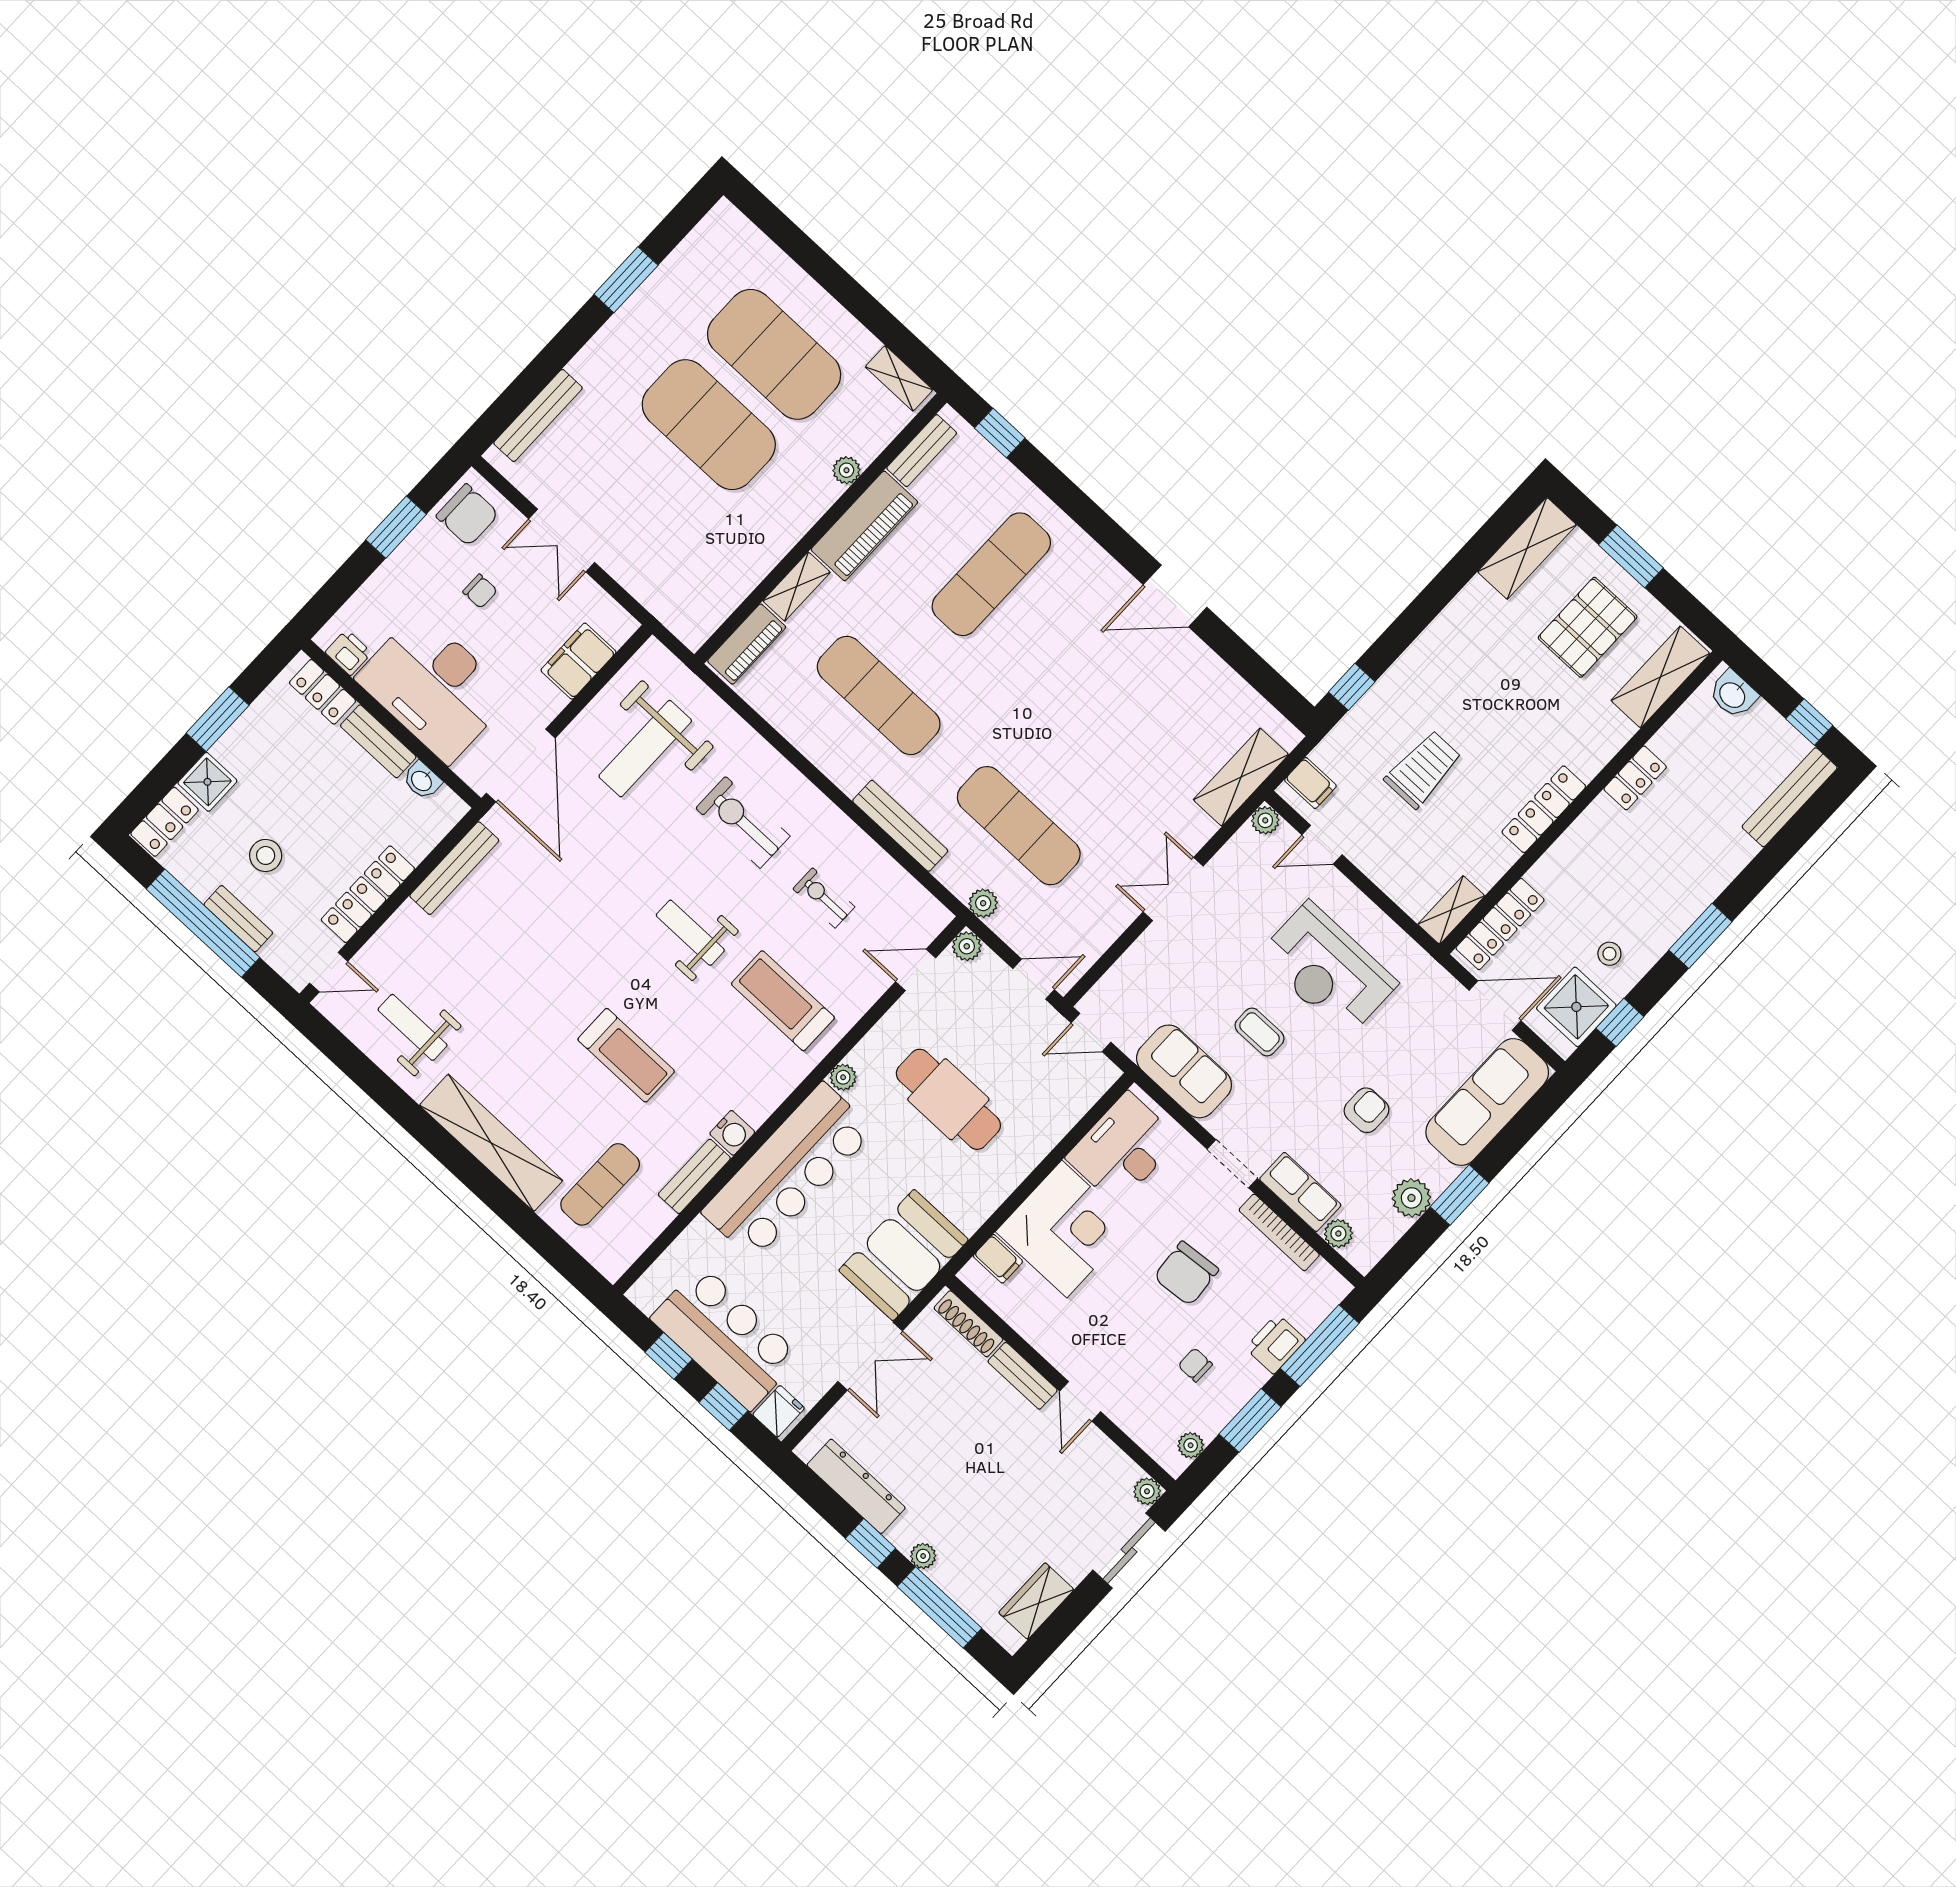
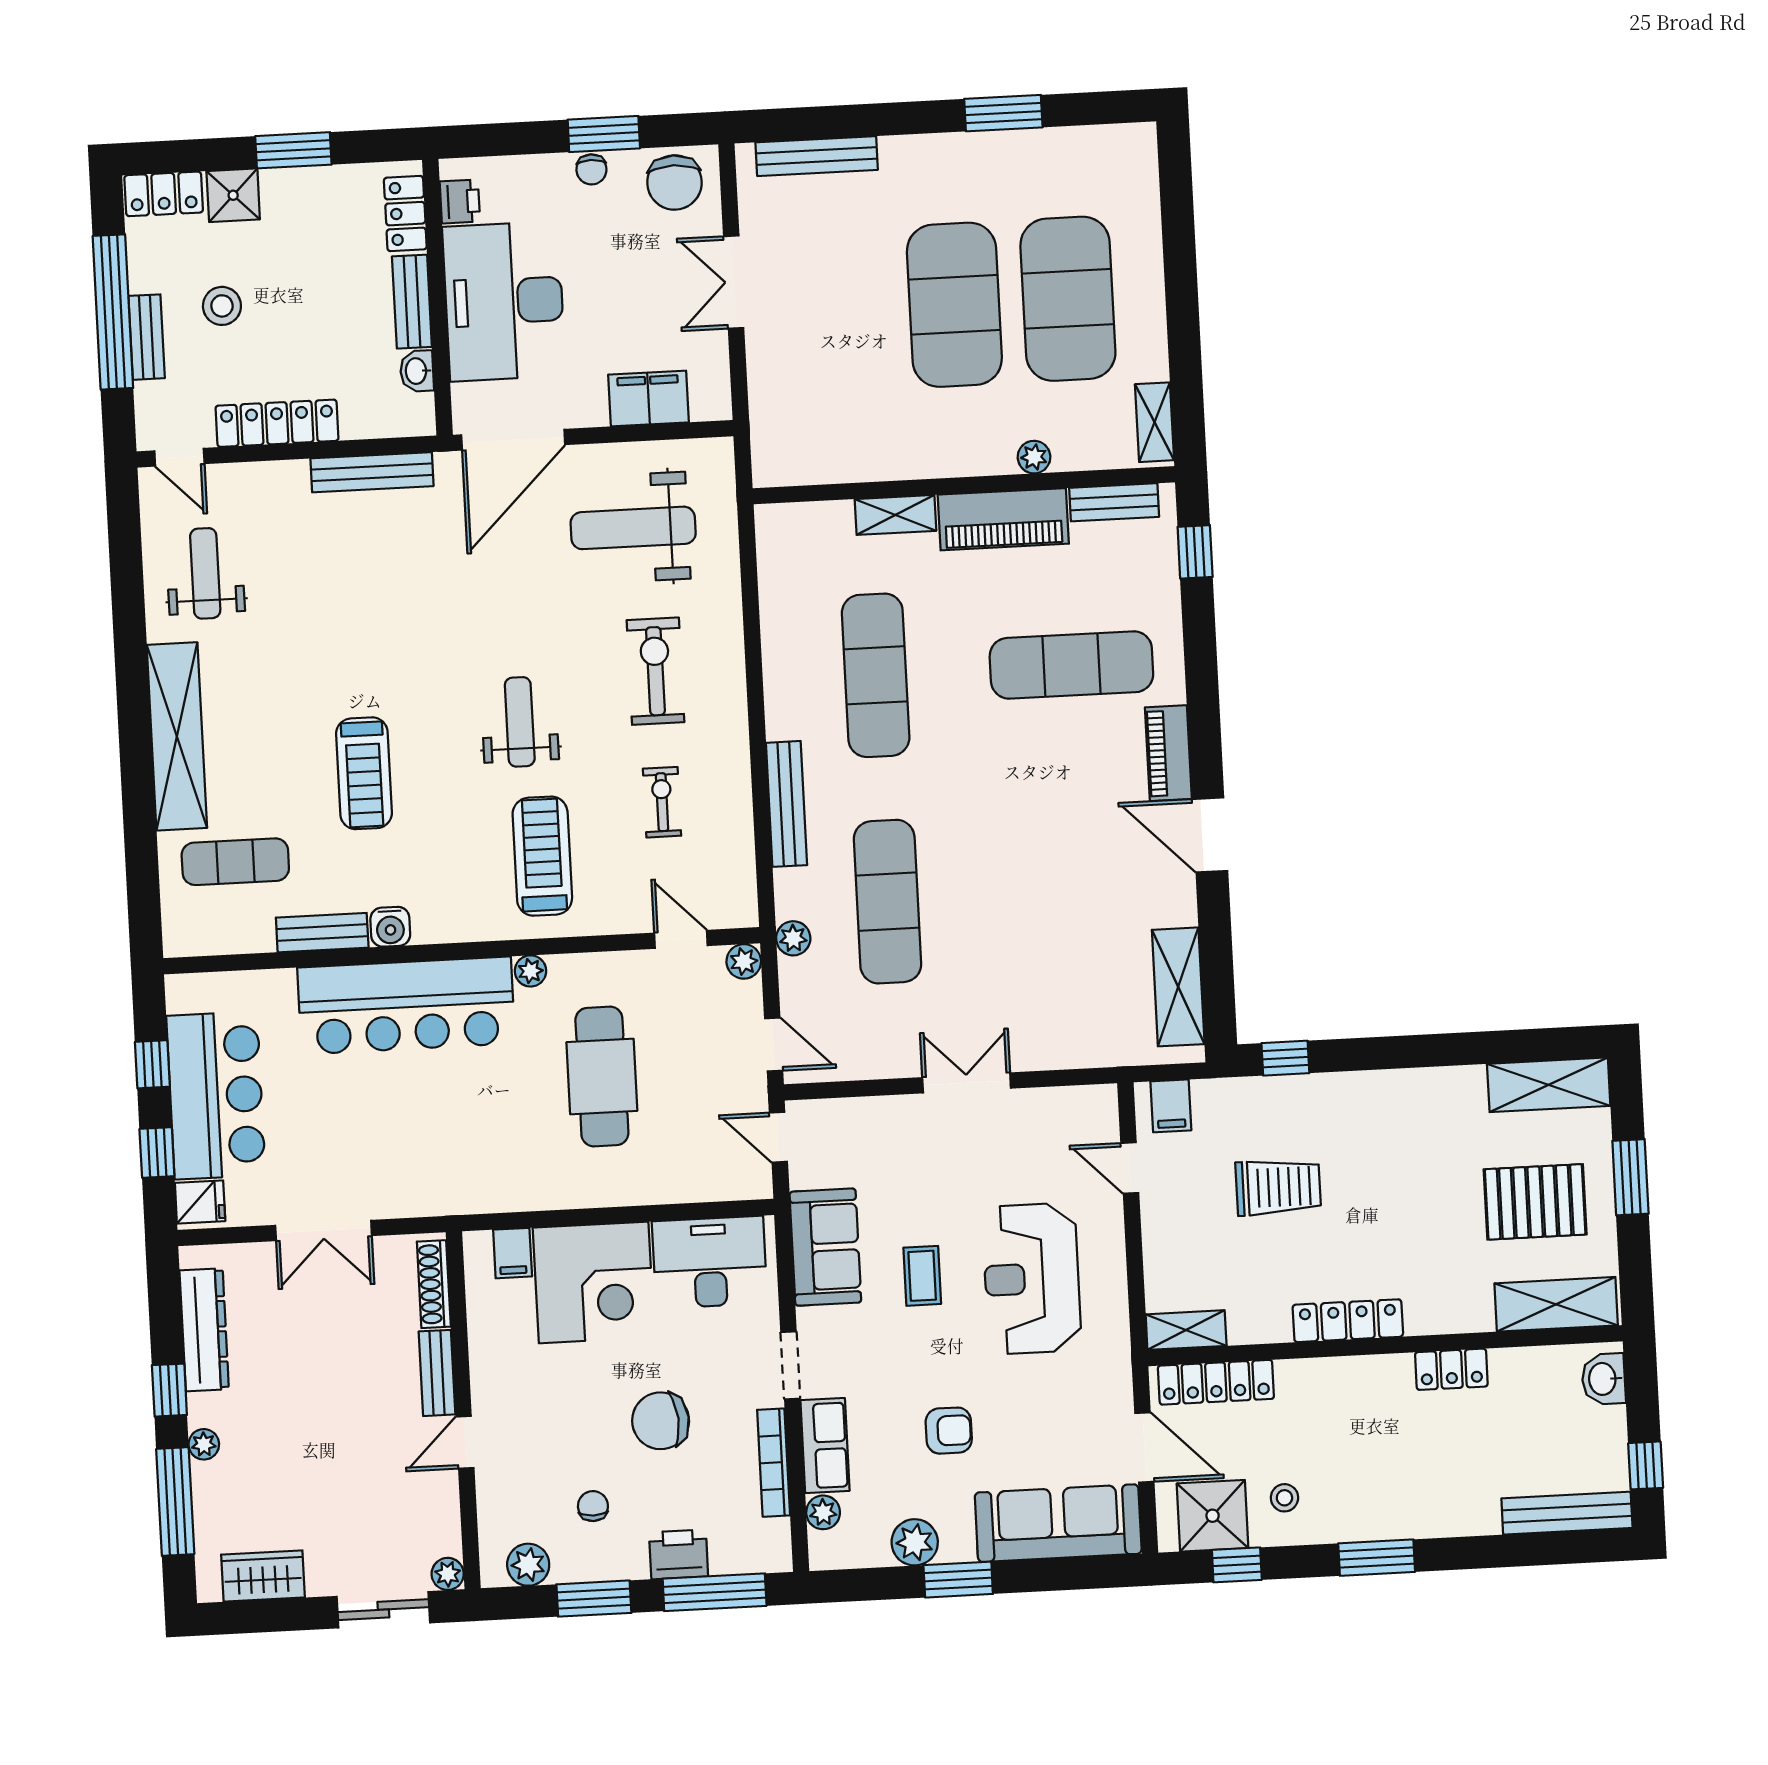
chair: (480, 591) -> (591, 169), moved
piano: (747, 644) -> (1168, 753), moved, turned 90
shelving: (1241, 777) -> (1178, 987), moved, turned 90
plant: (1265, 820) -> (1102, 1100), removed
booth: (904, 1255) -> (435, 1172), removed
plant: (1191, 1445) -> (528, 1565), width x1.38, depth x1.38

